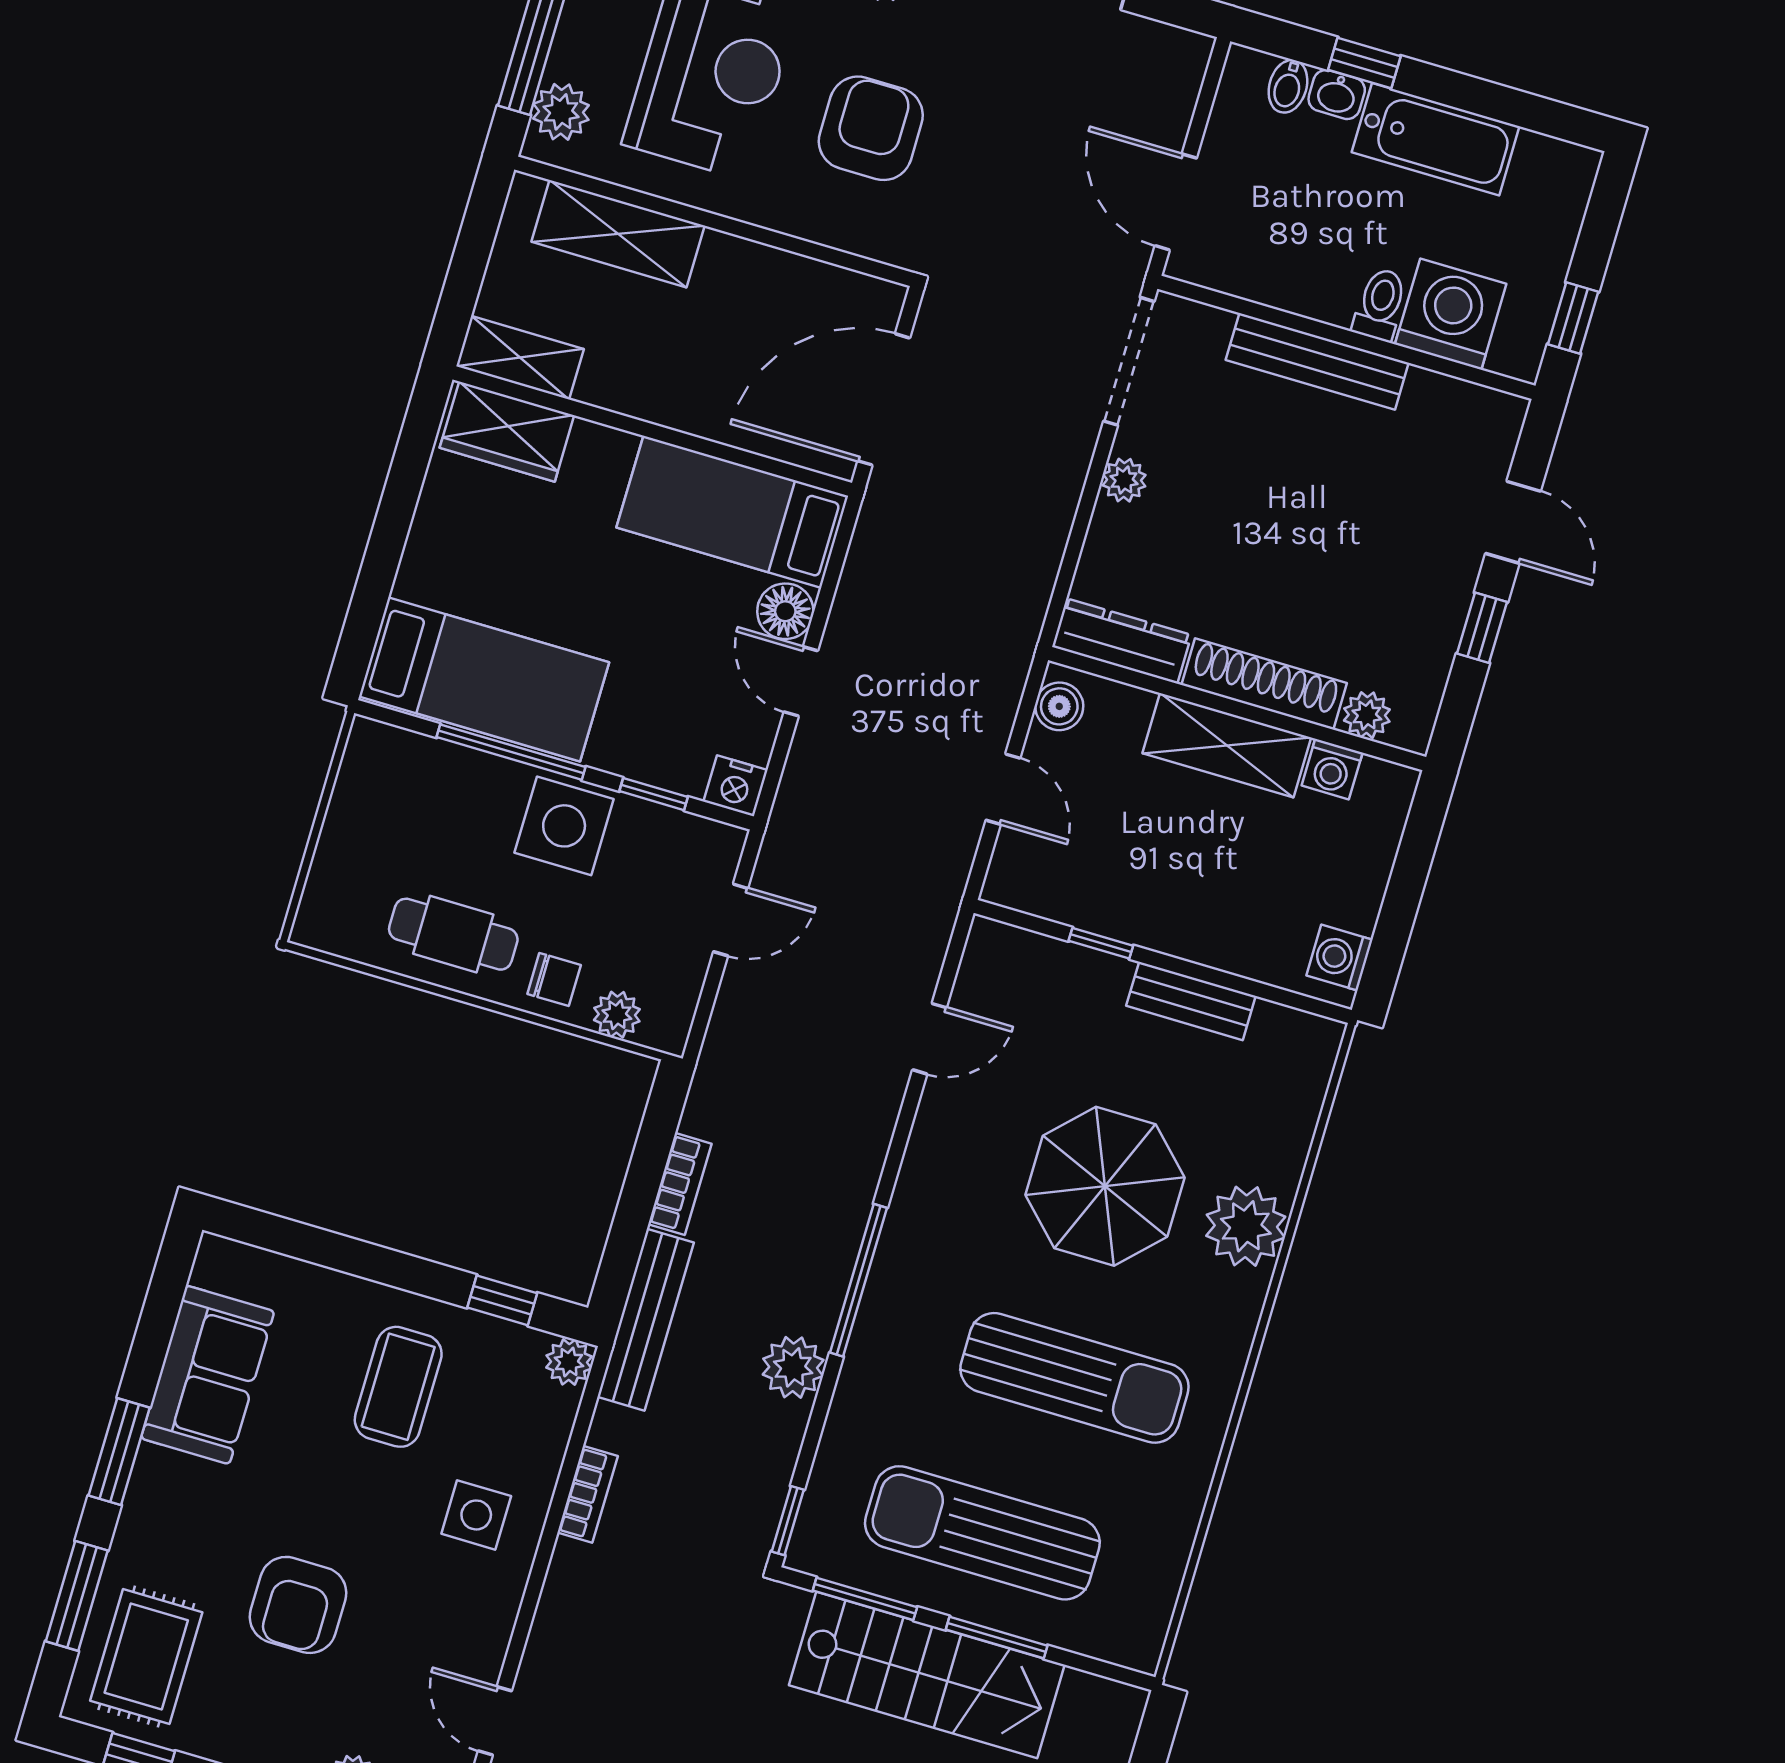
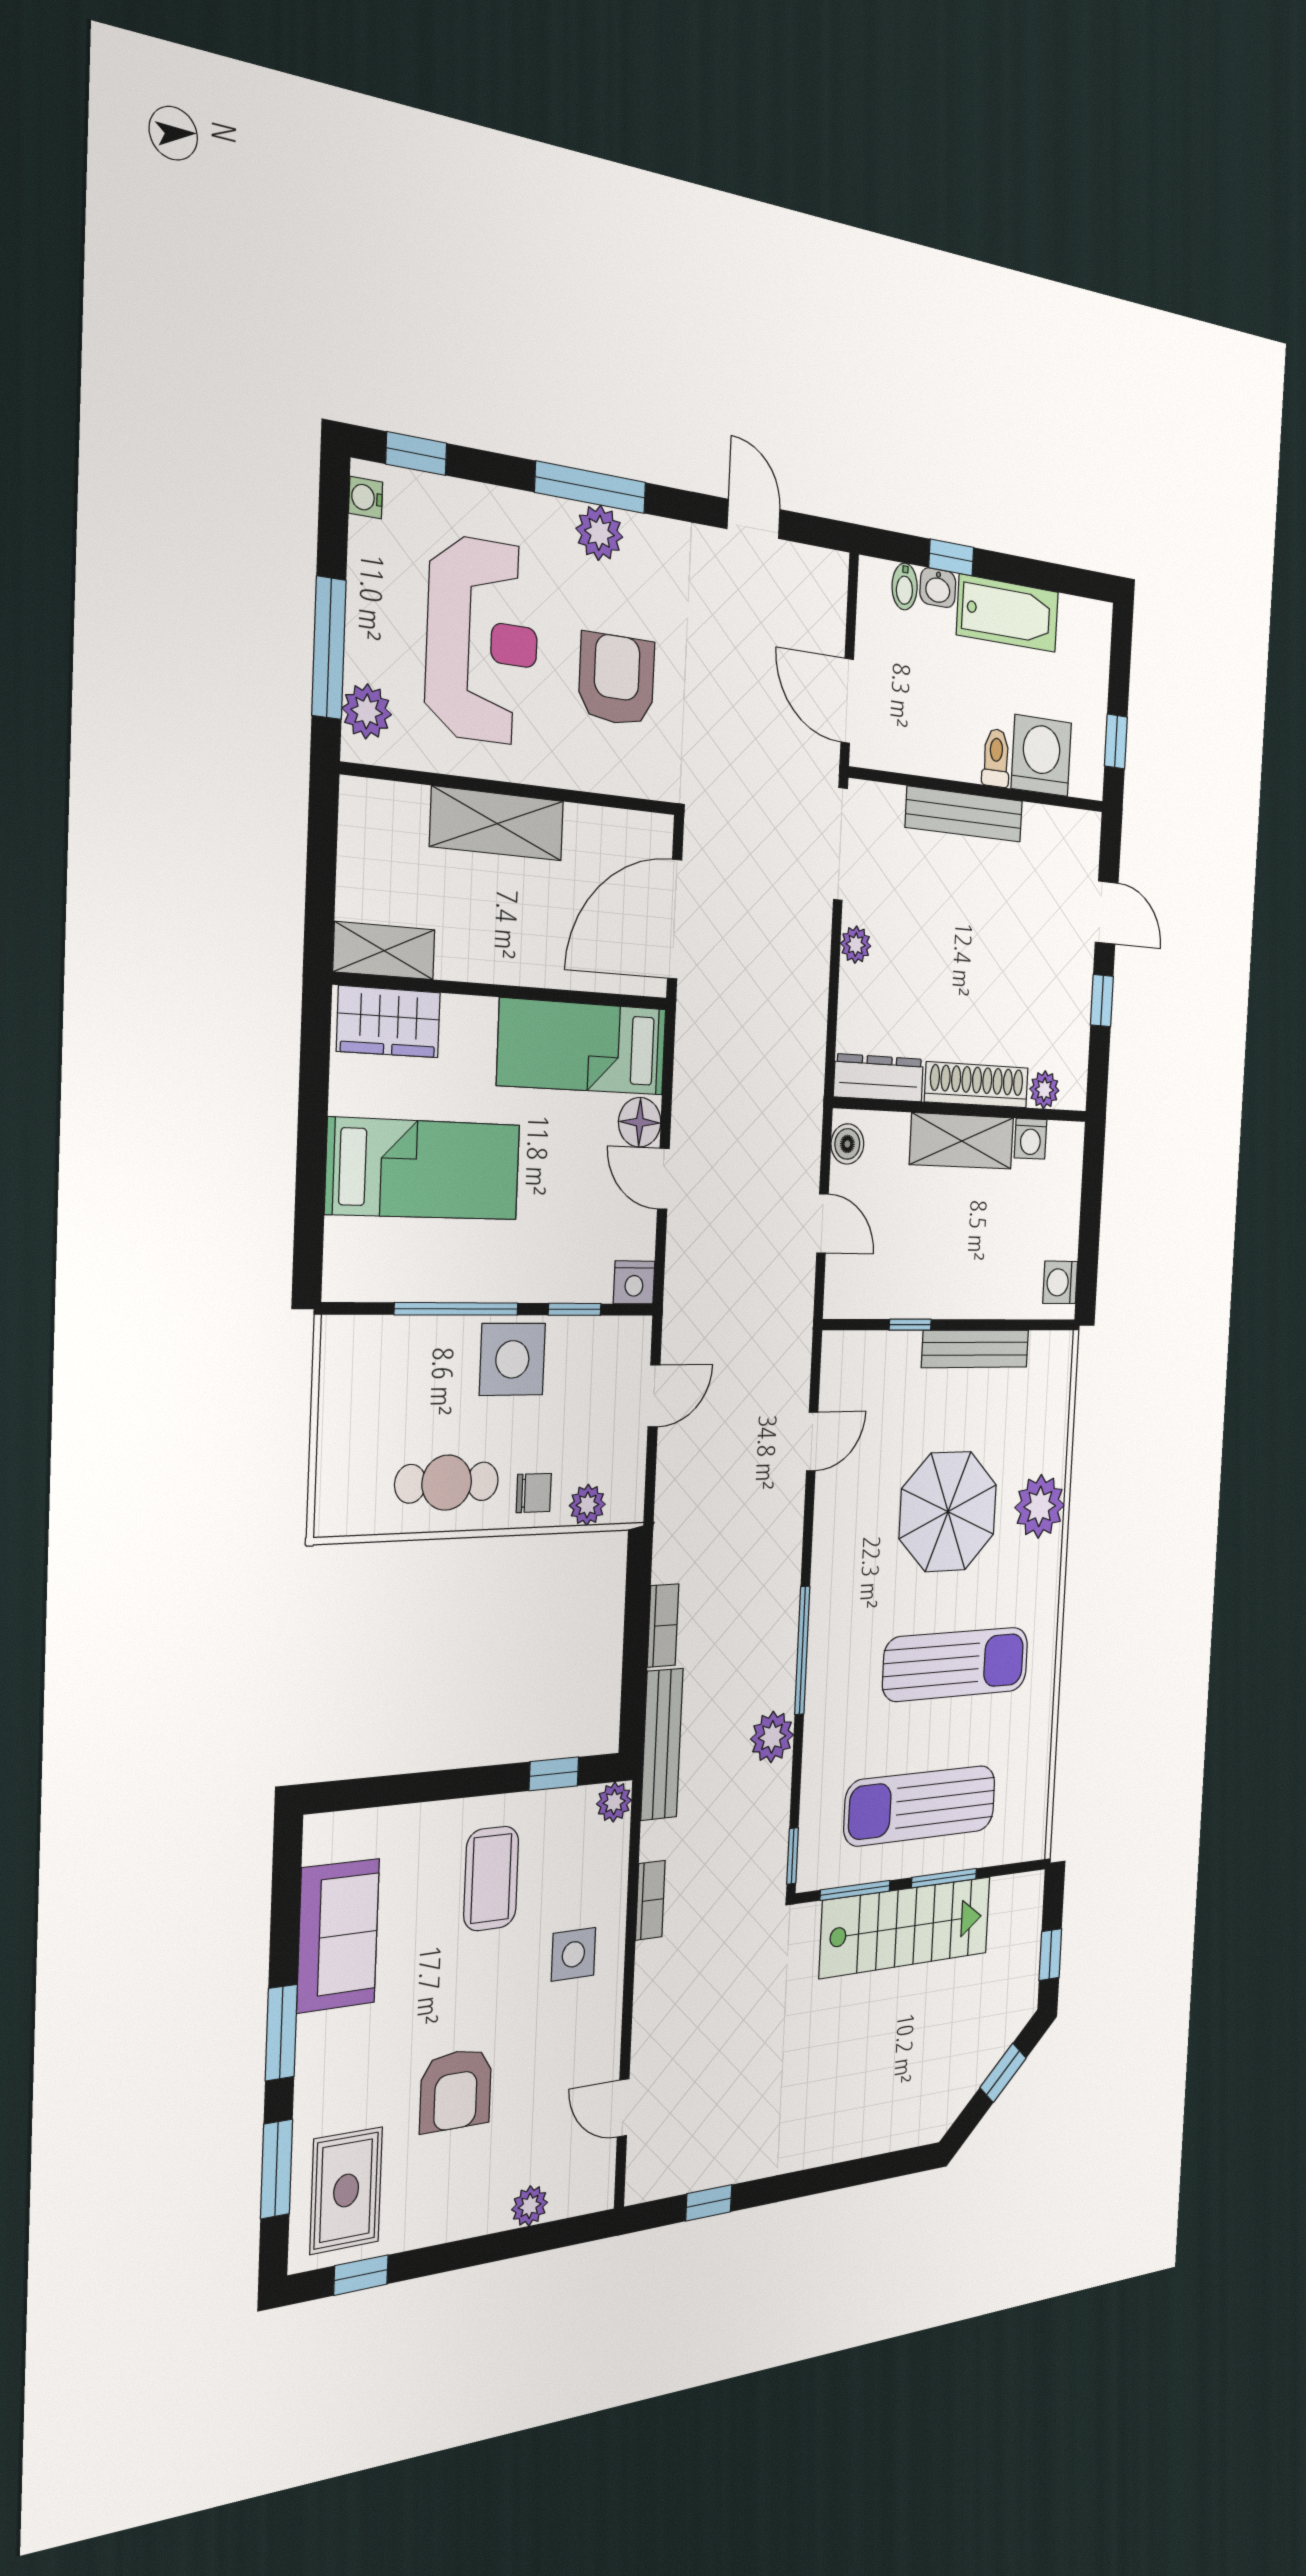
shelving: (618, 234) -> (497, 824), moved
bed: (484, 679) -> (424, 1169), moved
bench: (1191, 1001) -> (976, 1349), width x1.36

